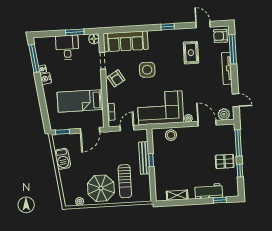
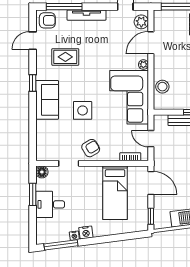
armchair: (220, 36) -> (47, 20), turned -90
sofa: (126, 41) -> (47, 100), moved, width x0.73

